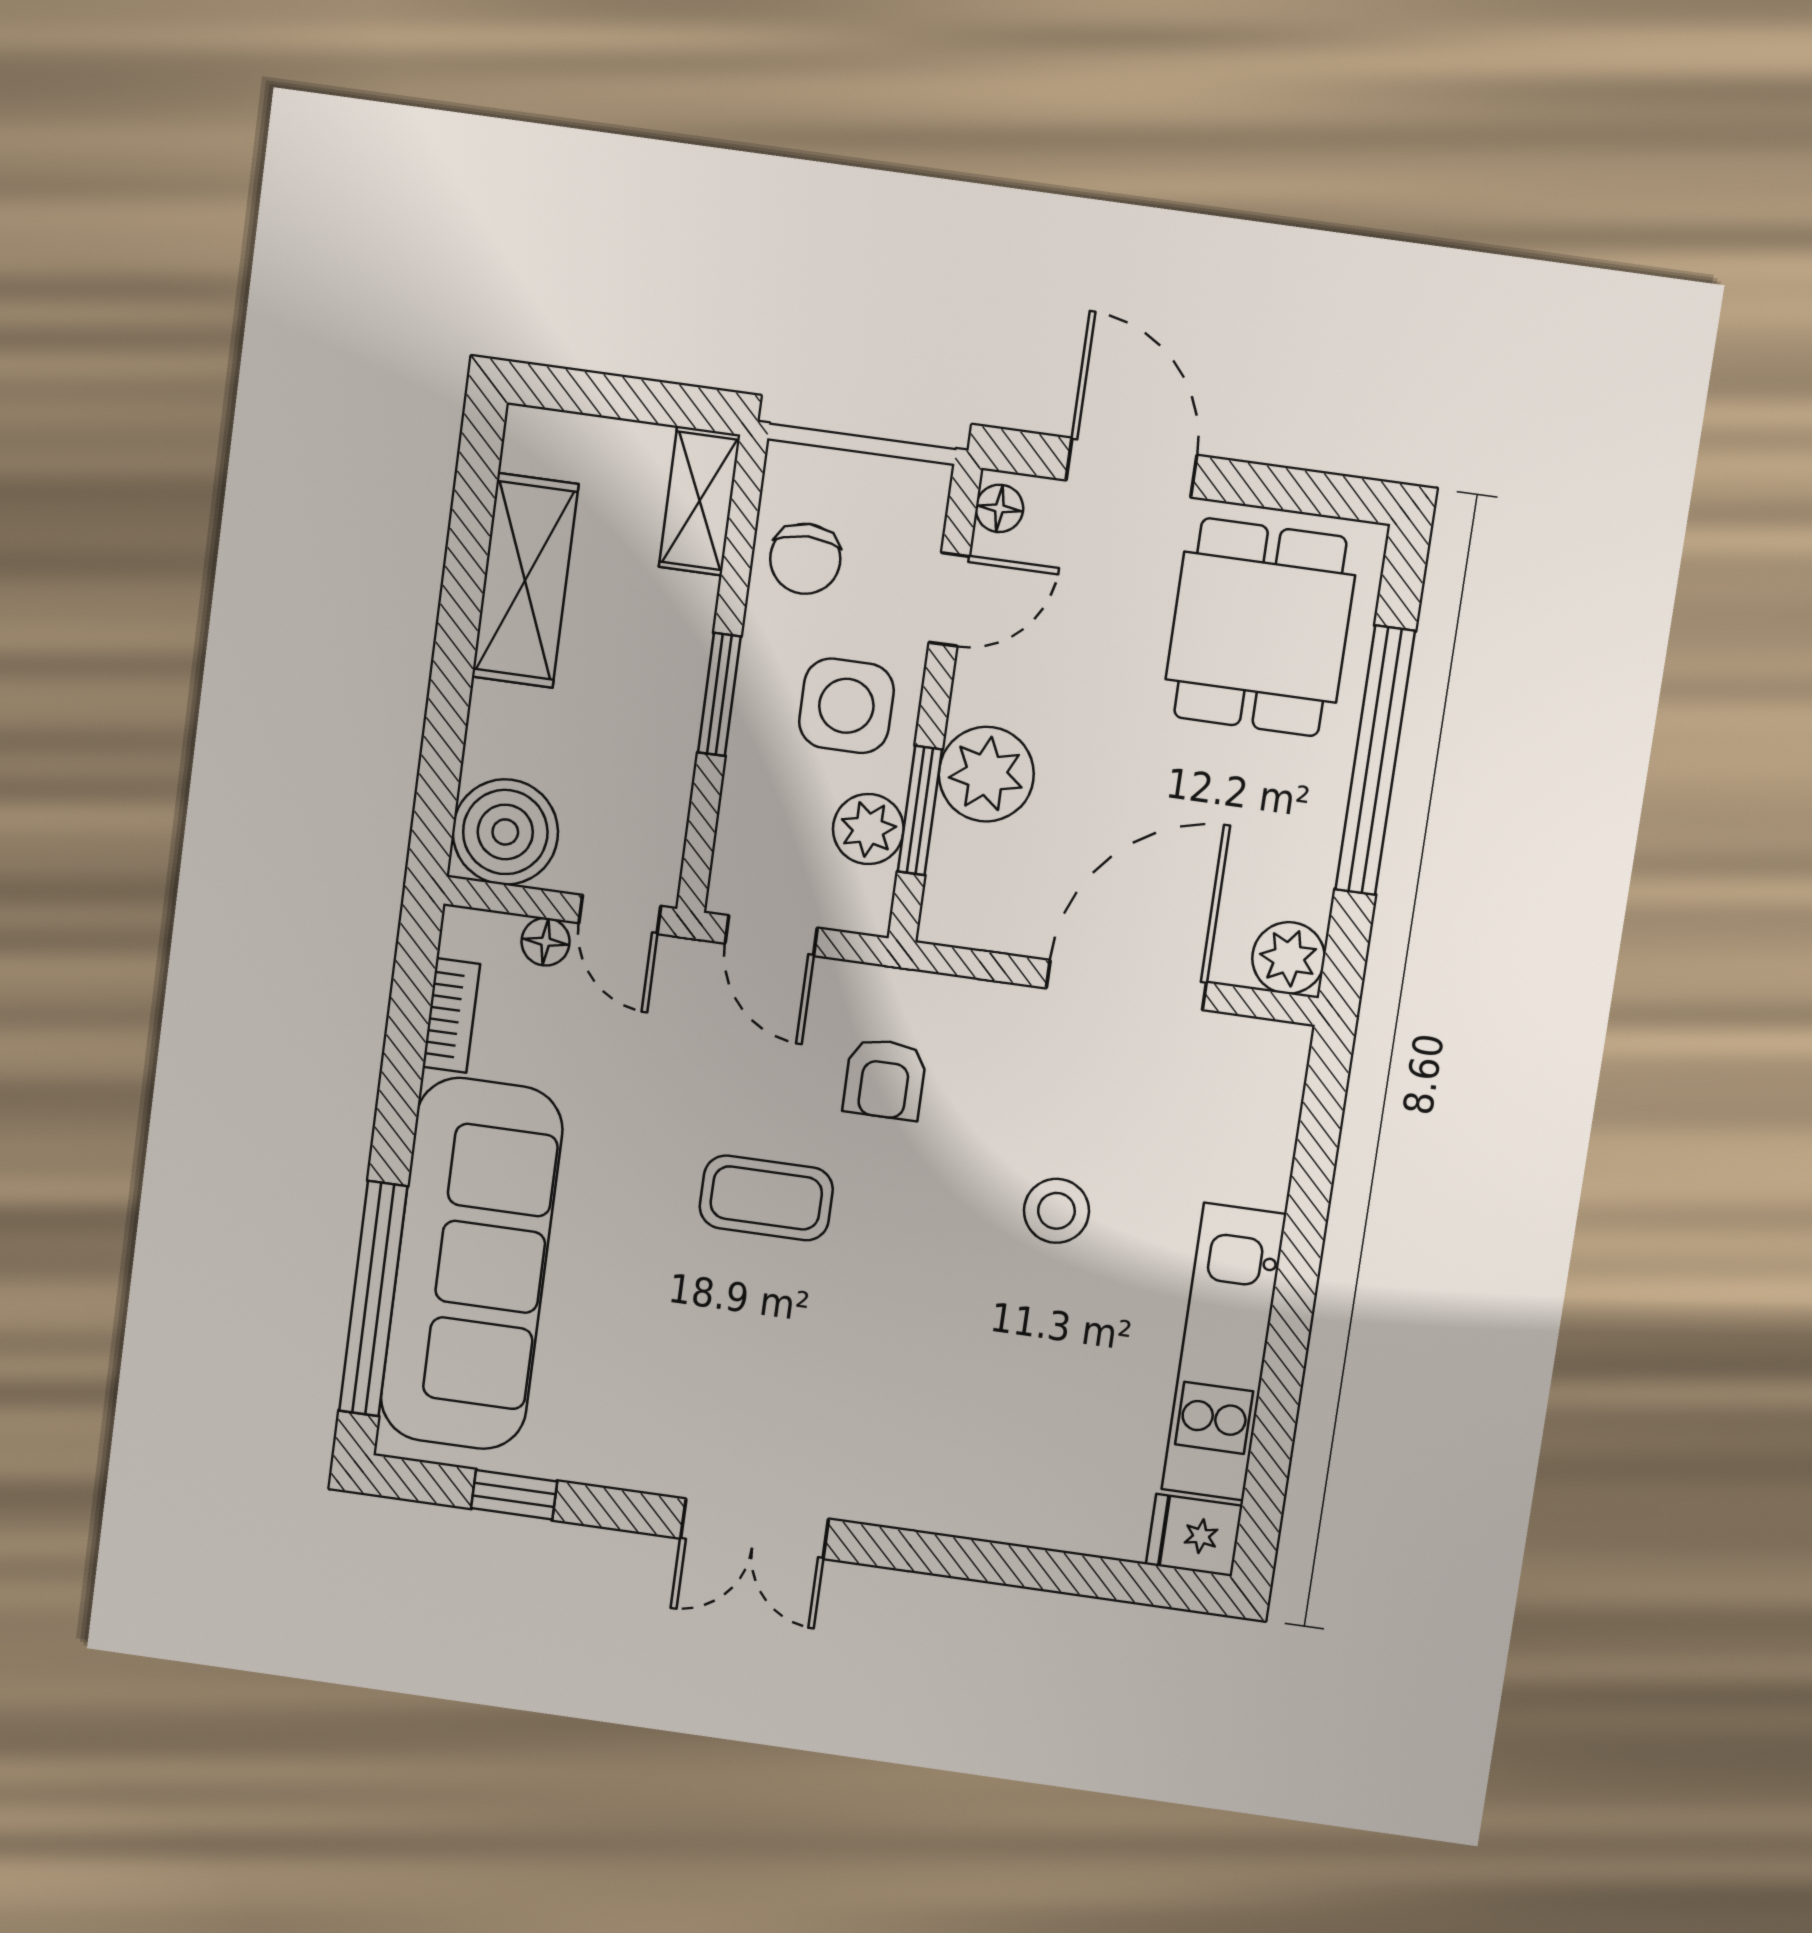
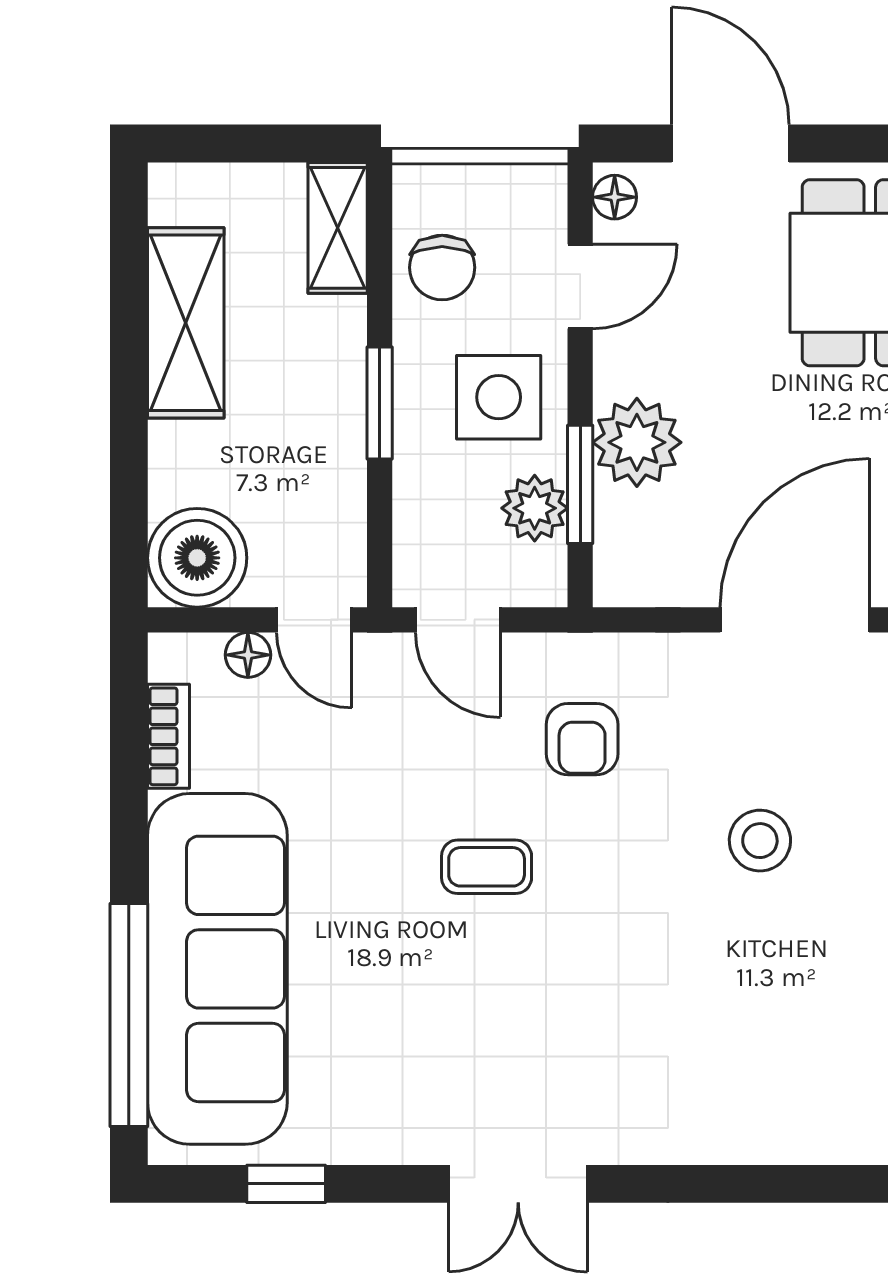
coffee table: (766, 1198) -> (487, 867), width x0.73, depth x0.77

